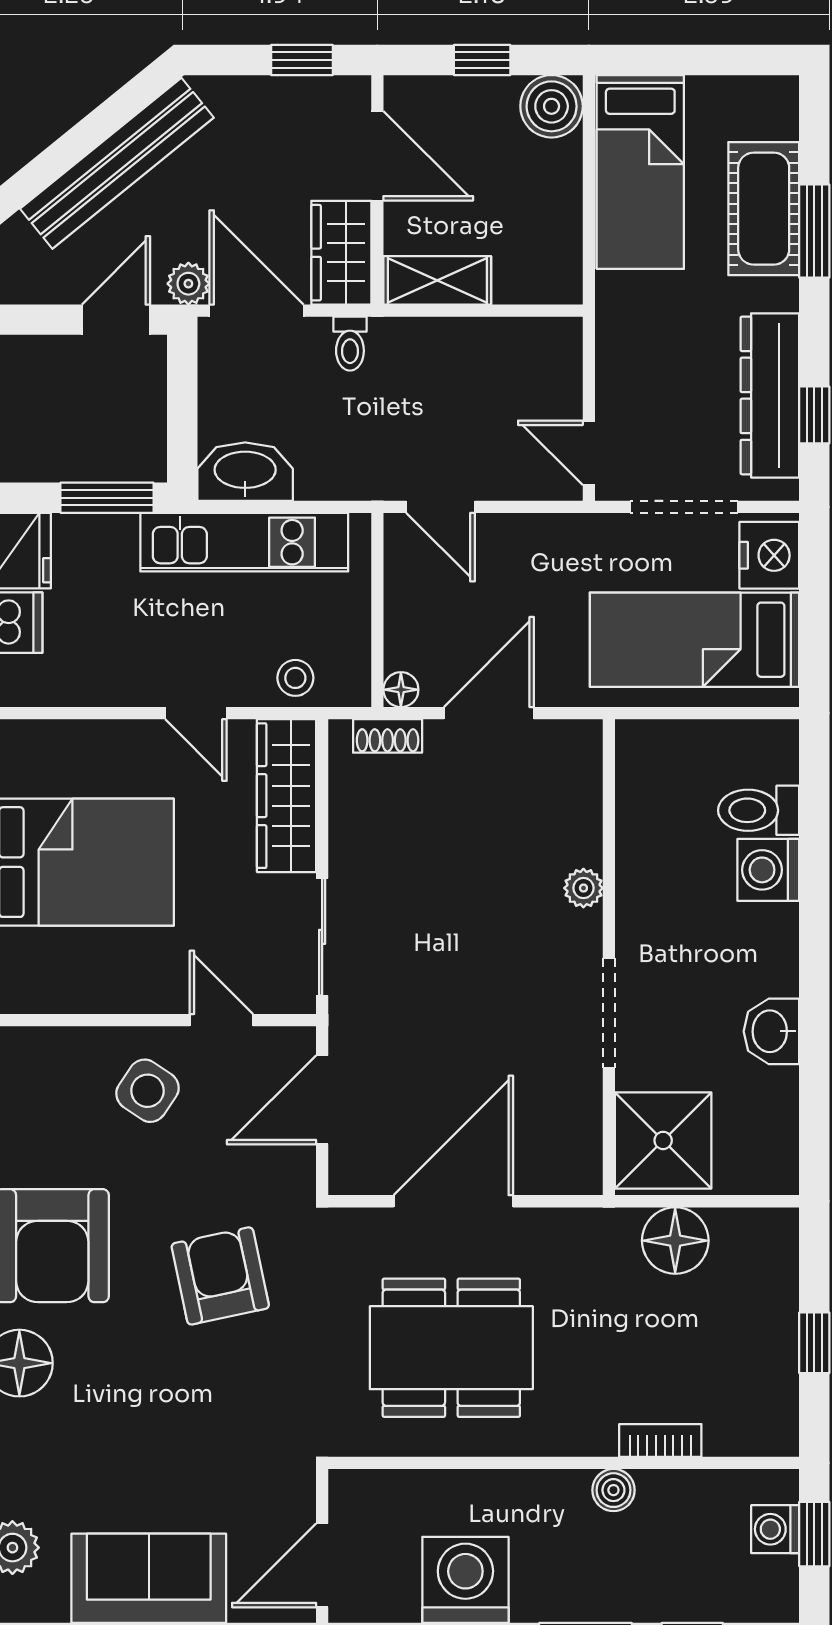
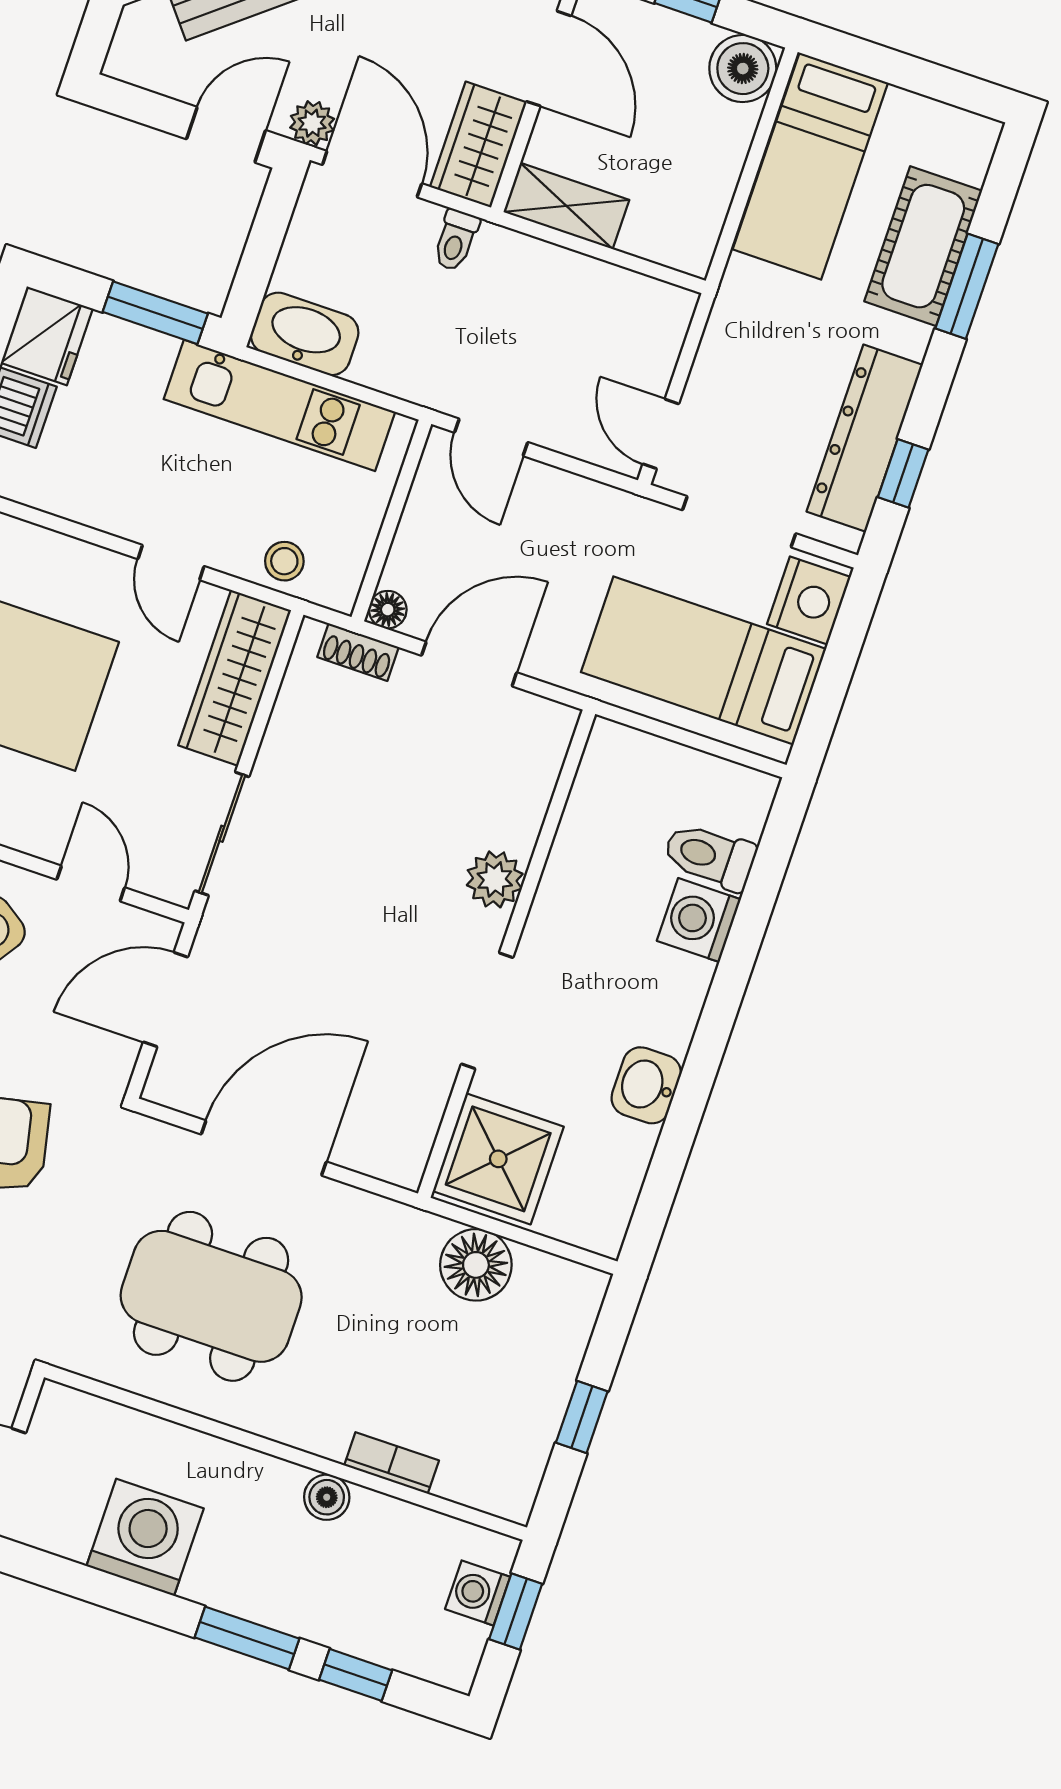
plant: (583, 888) -> (495, 879), width x1.38, depth x1.38

